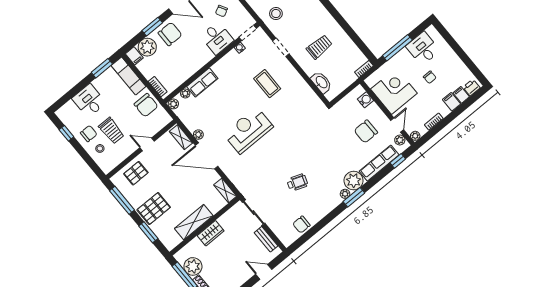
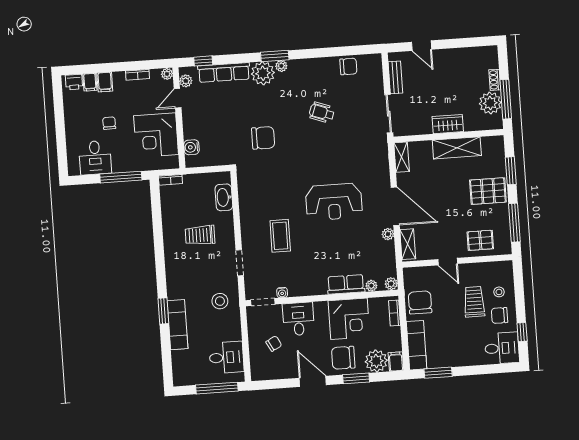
corner desk: (184, 62) -> (349, 319), added
desk: (89, 101) -> (502, 348), moved, turned -90
chair: (366, 131) -> (263, 138), moved

